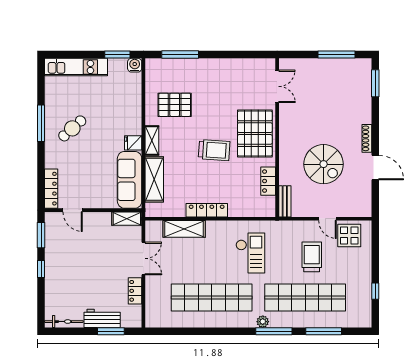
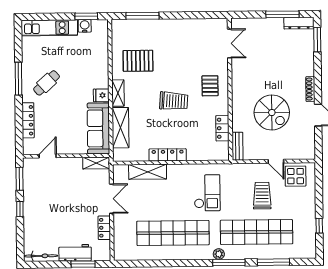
water cooler: (135, 65) -> (85, 26), moved
dresser: (355, 65) -> (299, 23), added
pallet: (255, 134) -> (210, 86), width x0.49, depth x0.50
locker: (51, 189) -> (28, 120), moved
door: (73, 210) -> (48, 156), swing flipped

